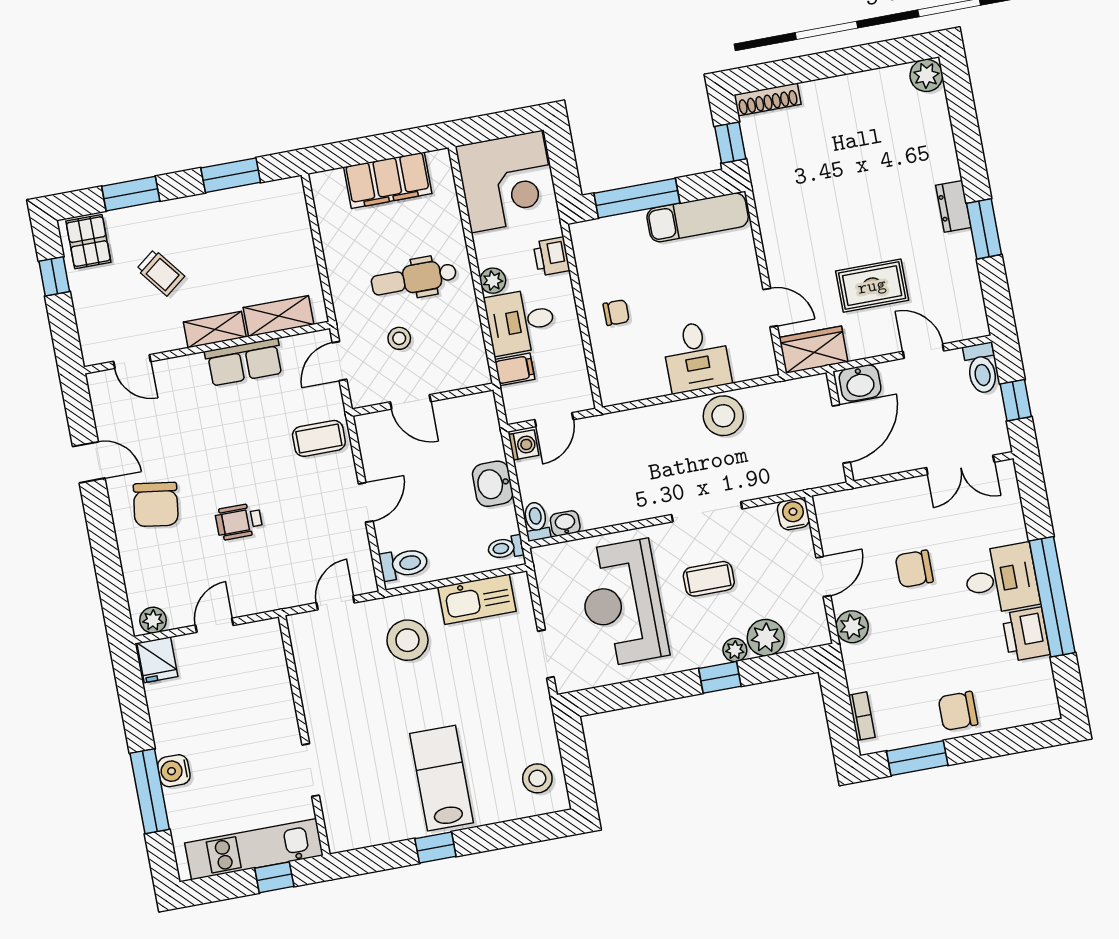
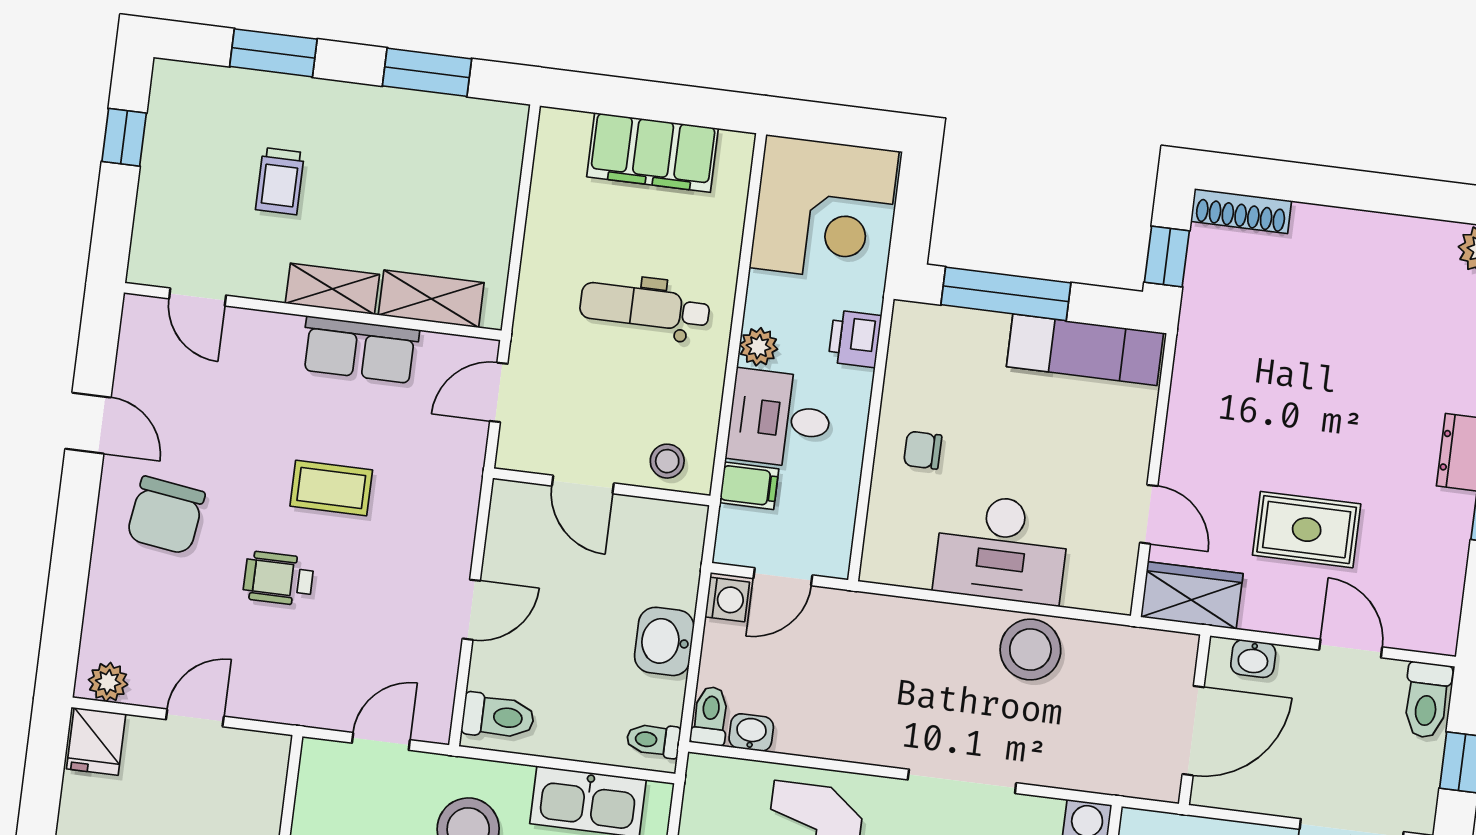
pallet: (88, 242) -> (190, 103), removed
trolley: (161, 273) -> (280, 181), turned 38
chair: (616, 313) -> (923, 450), turned 180
stool: (399, 338) -> (667, 461), moved
desk: (696, 356) -> (1002, 549), width x1.37
washbasin: (860, 383) -> (1253, 659), width x0.72, depth x0.69
coffee table: (319, 438) -> (331, 488), moved

